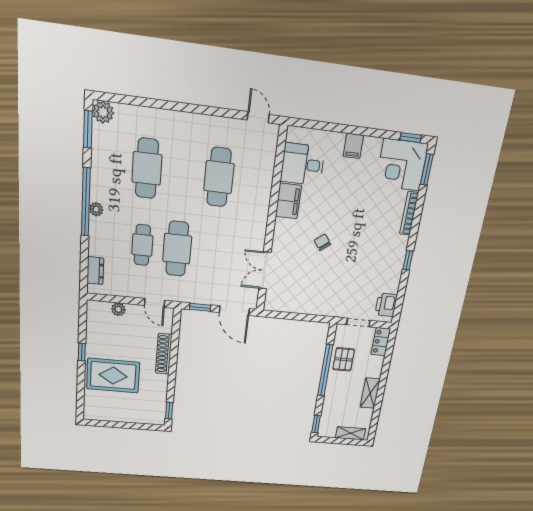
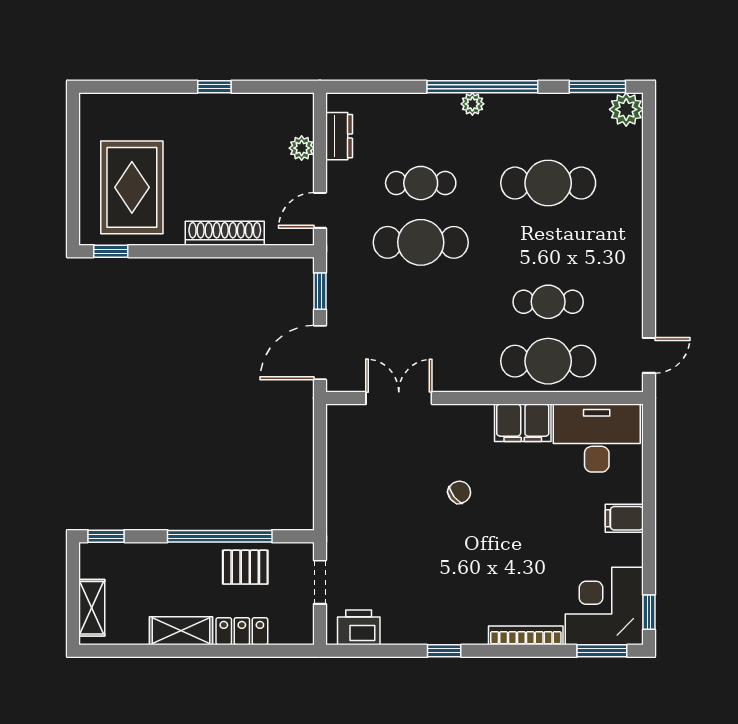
desk: (303, 164) -> (597, 438), width x1.37
cafe table: (219, 177) -> (548, 302), width x0.73, depth x0.74
cafe table: (254, 181) -> (548, 361), added
dresser: (95, 271) -> (339, 136), moved, turned -90
locker: (381, 342) -> (242, 631), moved
rug: (113, 376) -> (132, 187), moved

